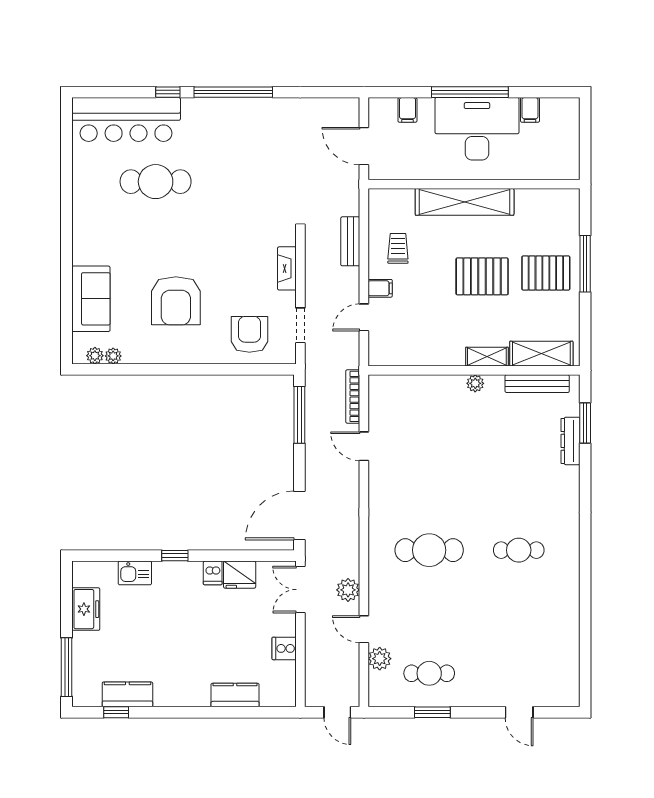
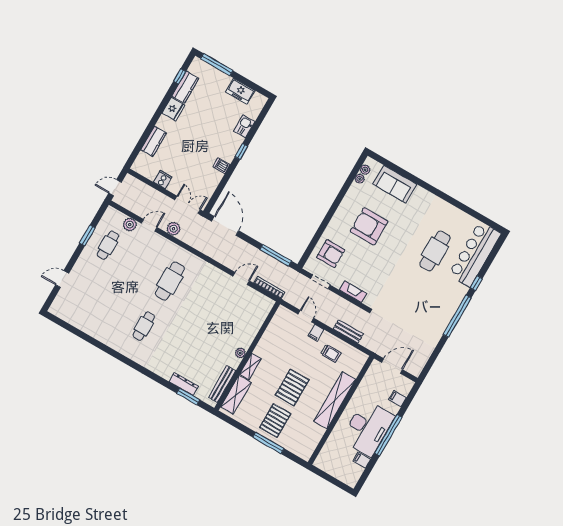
fridge: (240, 575) -> (173, 109), moved, turned 180

